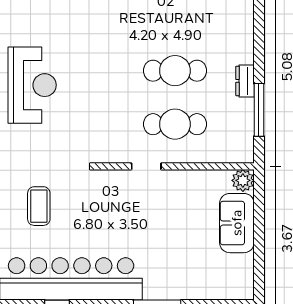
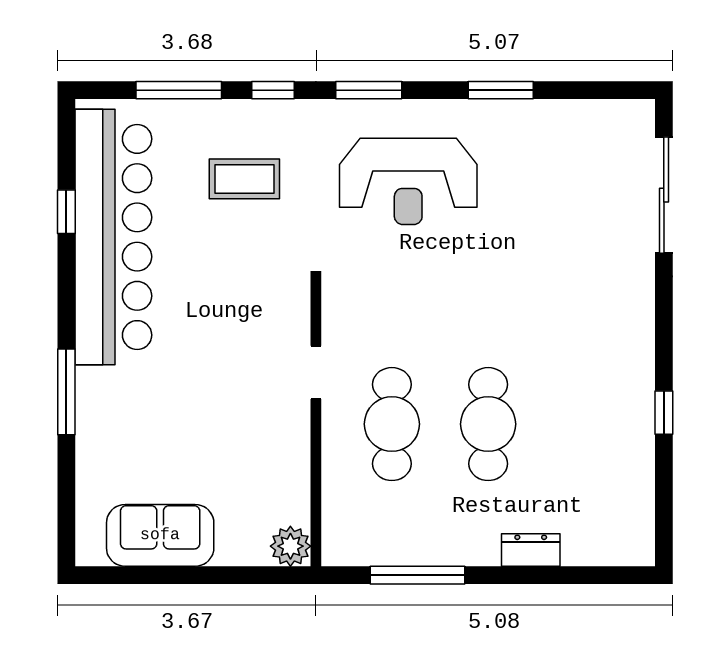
dresser: (245, 81) -> (531, 550), moved
reception desk: (32, 85) -> (408, 181), moved
sofa: (237, 223) -> (160, 535), moved

